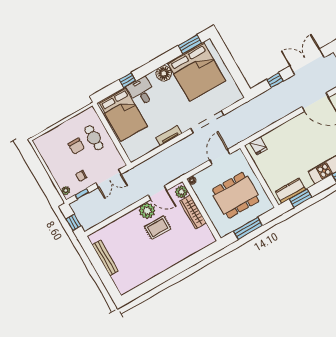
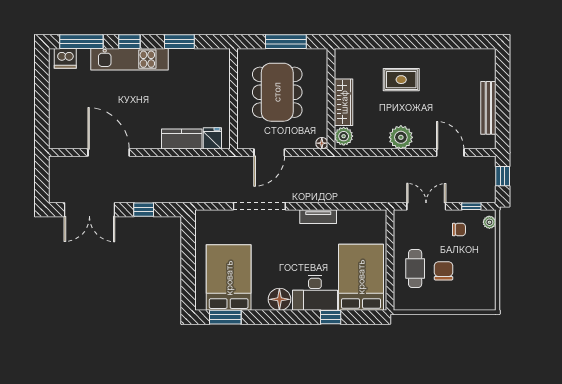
bed: (197, 72) -> (229, 278), width x0.73
desk: (141, 91) -> (315, 293), width x1.37
kitchen counter: (290, 191) -> (182, 139), moved, turned 180
door: (158, 193) -> (450, 152), moved
dining table: (236, 195) -> (277, 92), turned 90
window: (301, 198) -> (179, 42), moved
rug: (158, 228) -> (401, 80), moved

